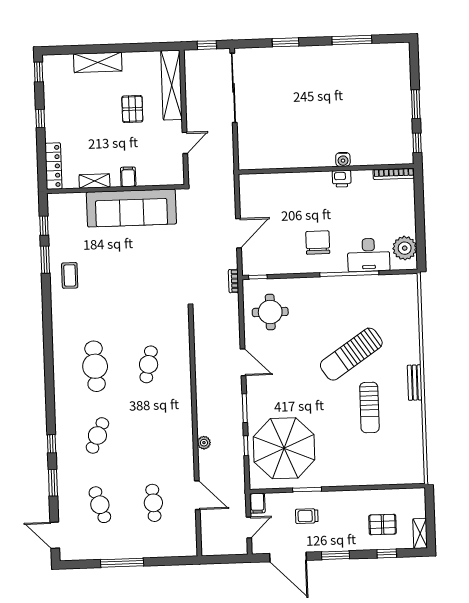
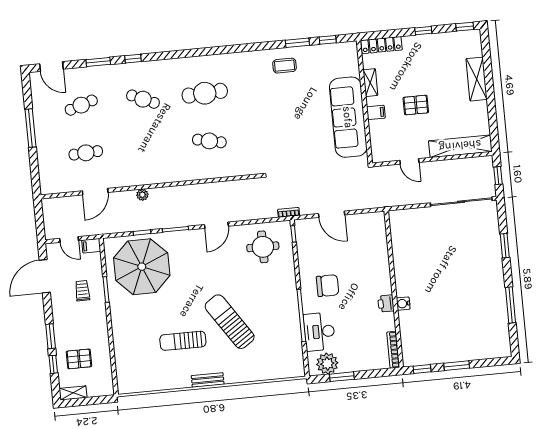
pallet: (132, 109) -> (416, 105), moved
window: (420, 233) -> (342, 377), added
pallet: (383, 525) -> (79, 359), turned 90
door: (55, 535) -> (51, 66), swing flipped
window: (336, 555) -> (51, 336), moved

